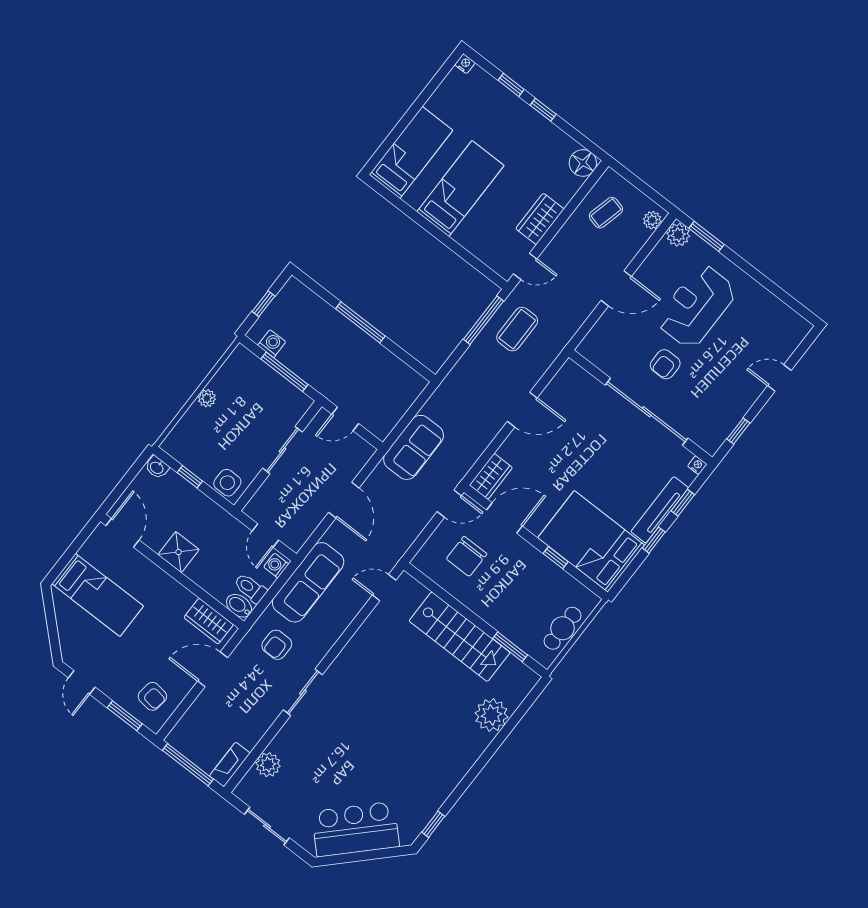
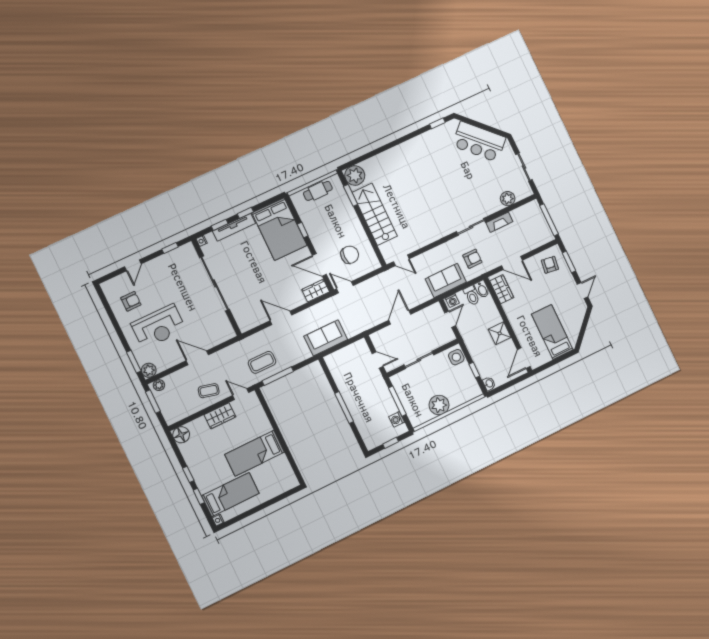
bed: (411, 152) -> (230, 495), moved, turned 180
window: (649, 192) -> (153, 401), added
coffee table: (606, 213) -> (209, 391), moved
armchair: (665, 364) -> (131, 301), moved
door: (779, 378) -> (133, 265), hinge flipped
plant: (207, 398) -> (439, 405), width x1.87, depth x1.87
sofa: (414, 447) -> (326, 338), moved
sofa: (308, 582) -> (446, 280), width x0.73
plant: (491, 715) -> (355, 176), moved
fireplace: (230, 764) -> (499, 222), moved

